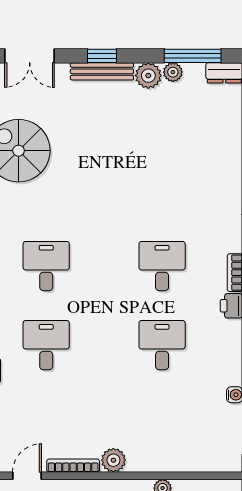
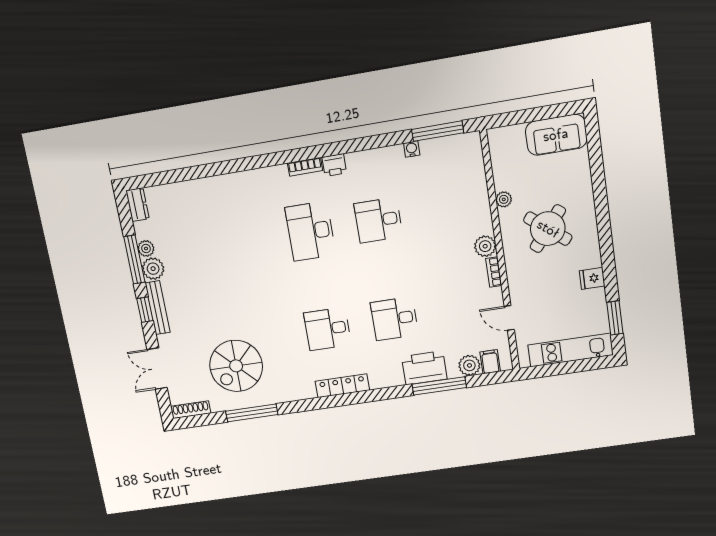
double door: (30, 56) -> (157, 369), swing flipped
window: (193, 56) -> (134, 259), moved
desk: (162, 266) -> (310, 231), width x1.37
bookcase: (73, 466) -> (494, 272), width x0.64

